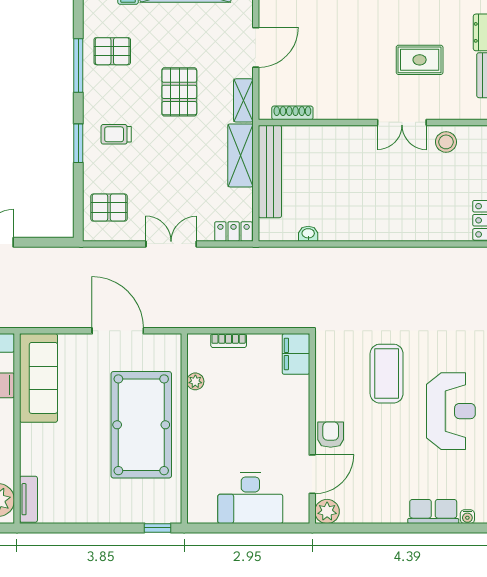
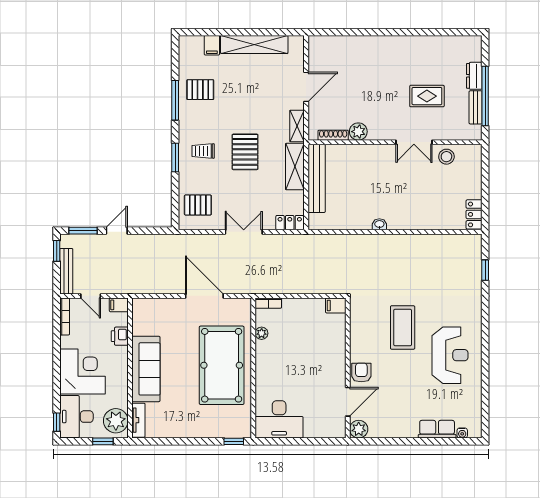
pallet: (179, 92) -> (245, 152), moved
plant: (327, 108) -> (358, 132), added
washbasin: (308, 234) -> (379, 224), moved
bookcase: (229, 341) -> (268, 303), moved
filing cabinet: (296, 354) -> (336, 305), width x0.50
sofa: (39, 378) -> (146, 369), moved
desk: (250, 498) -> (279, 419), moved

